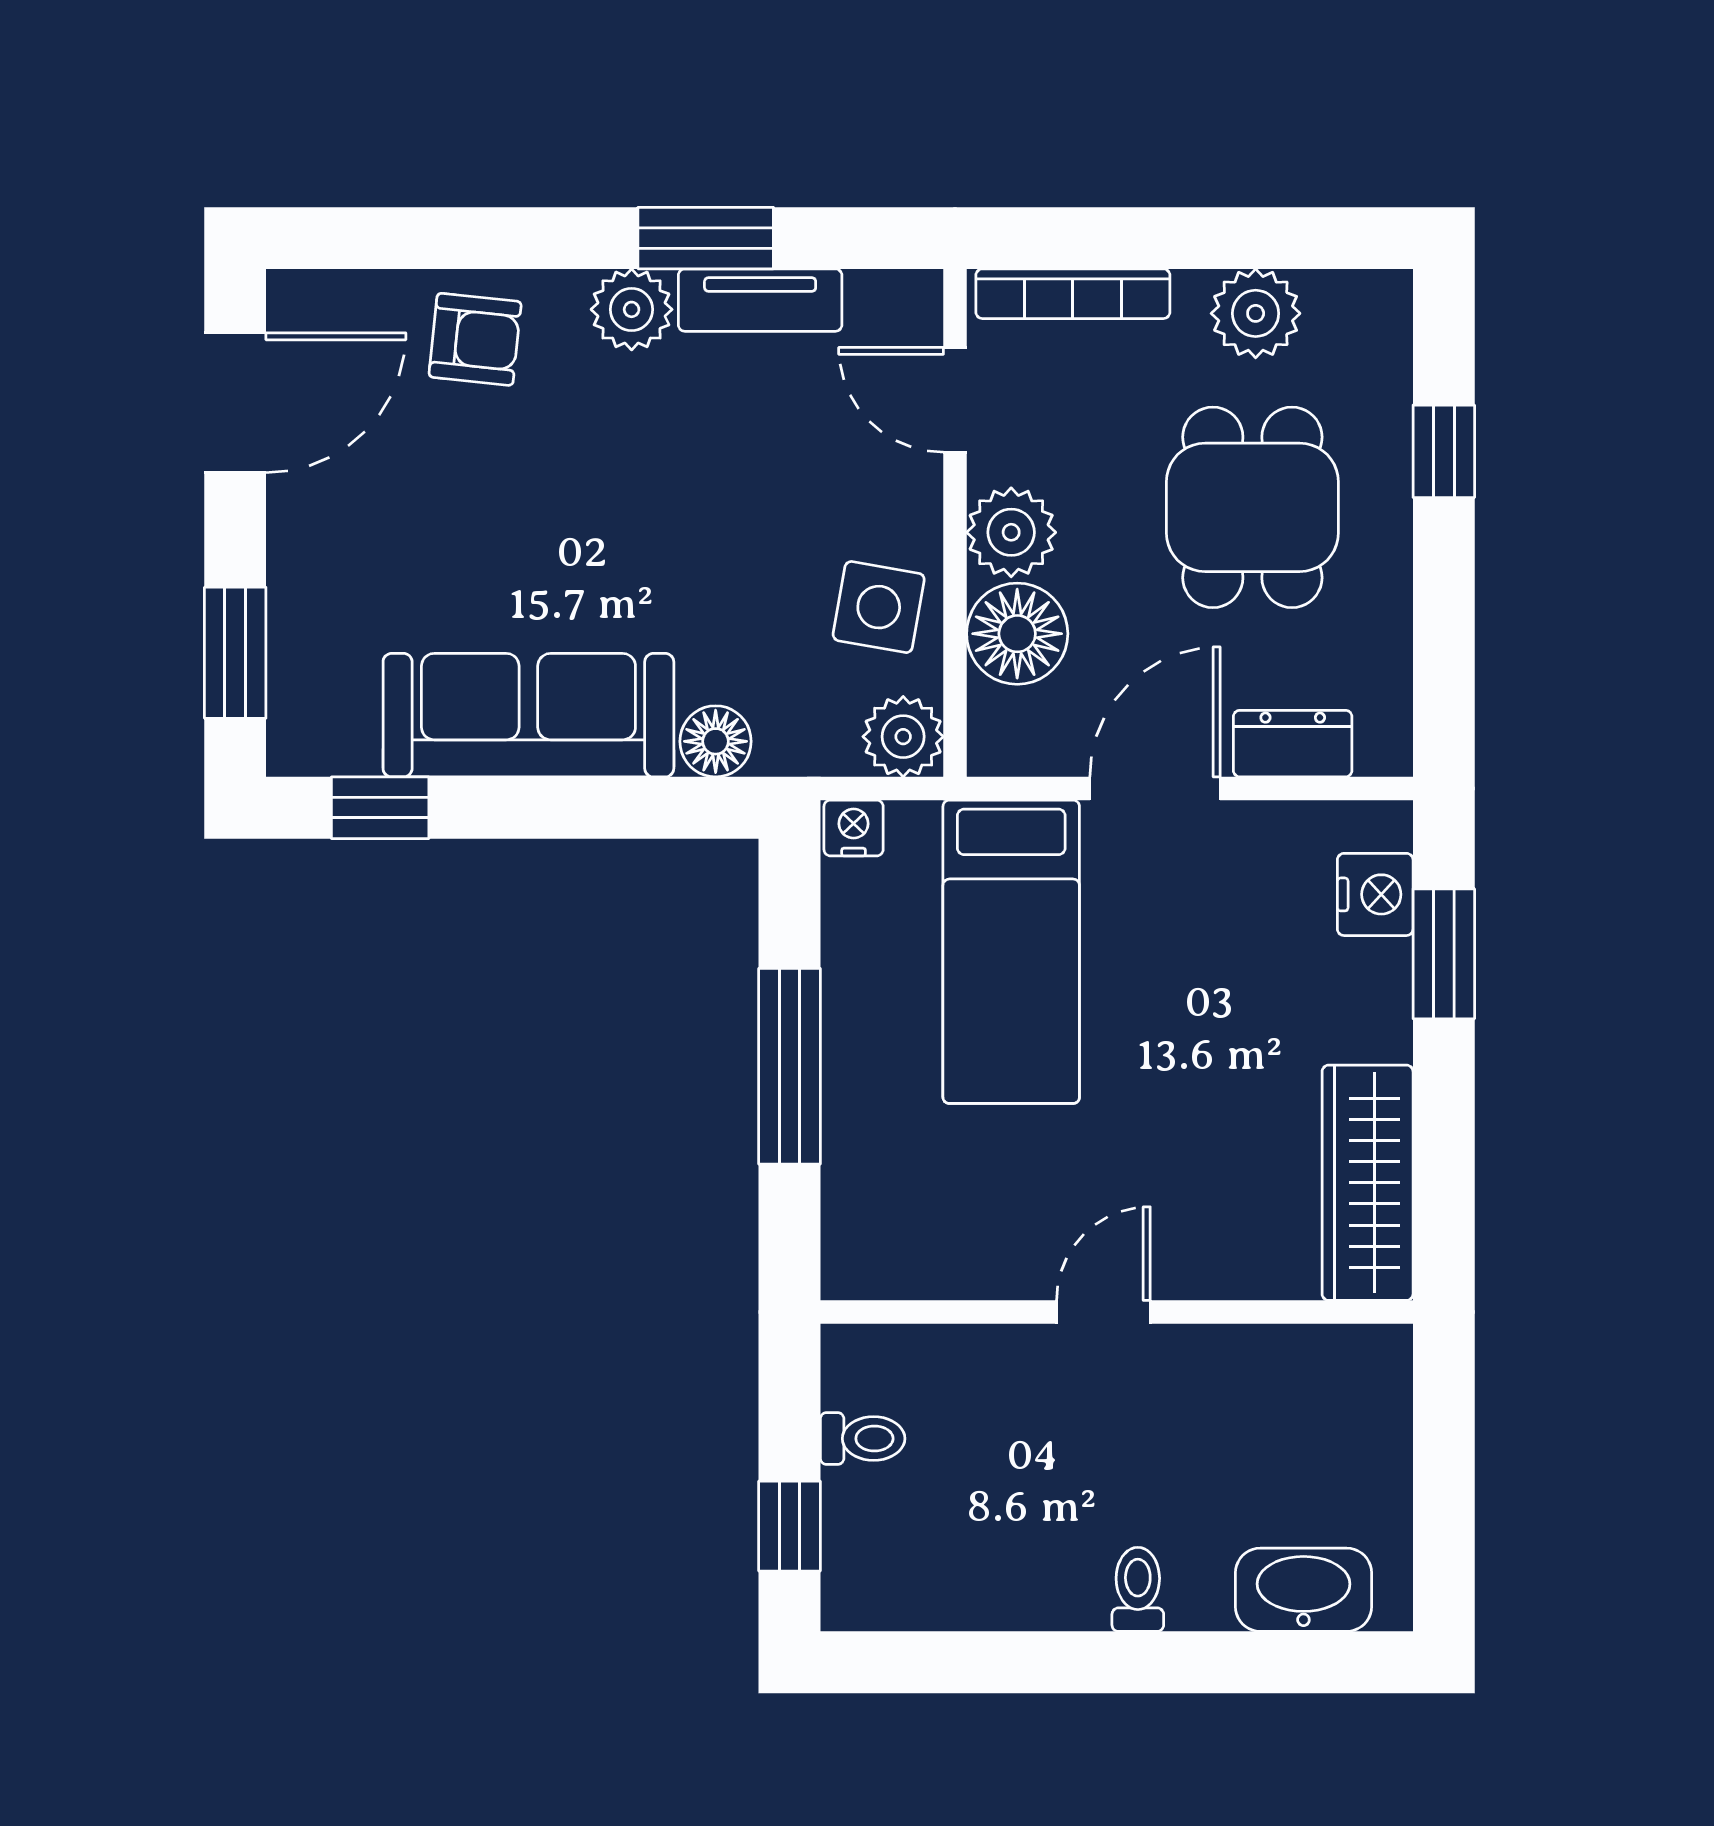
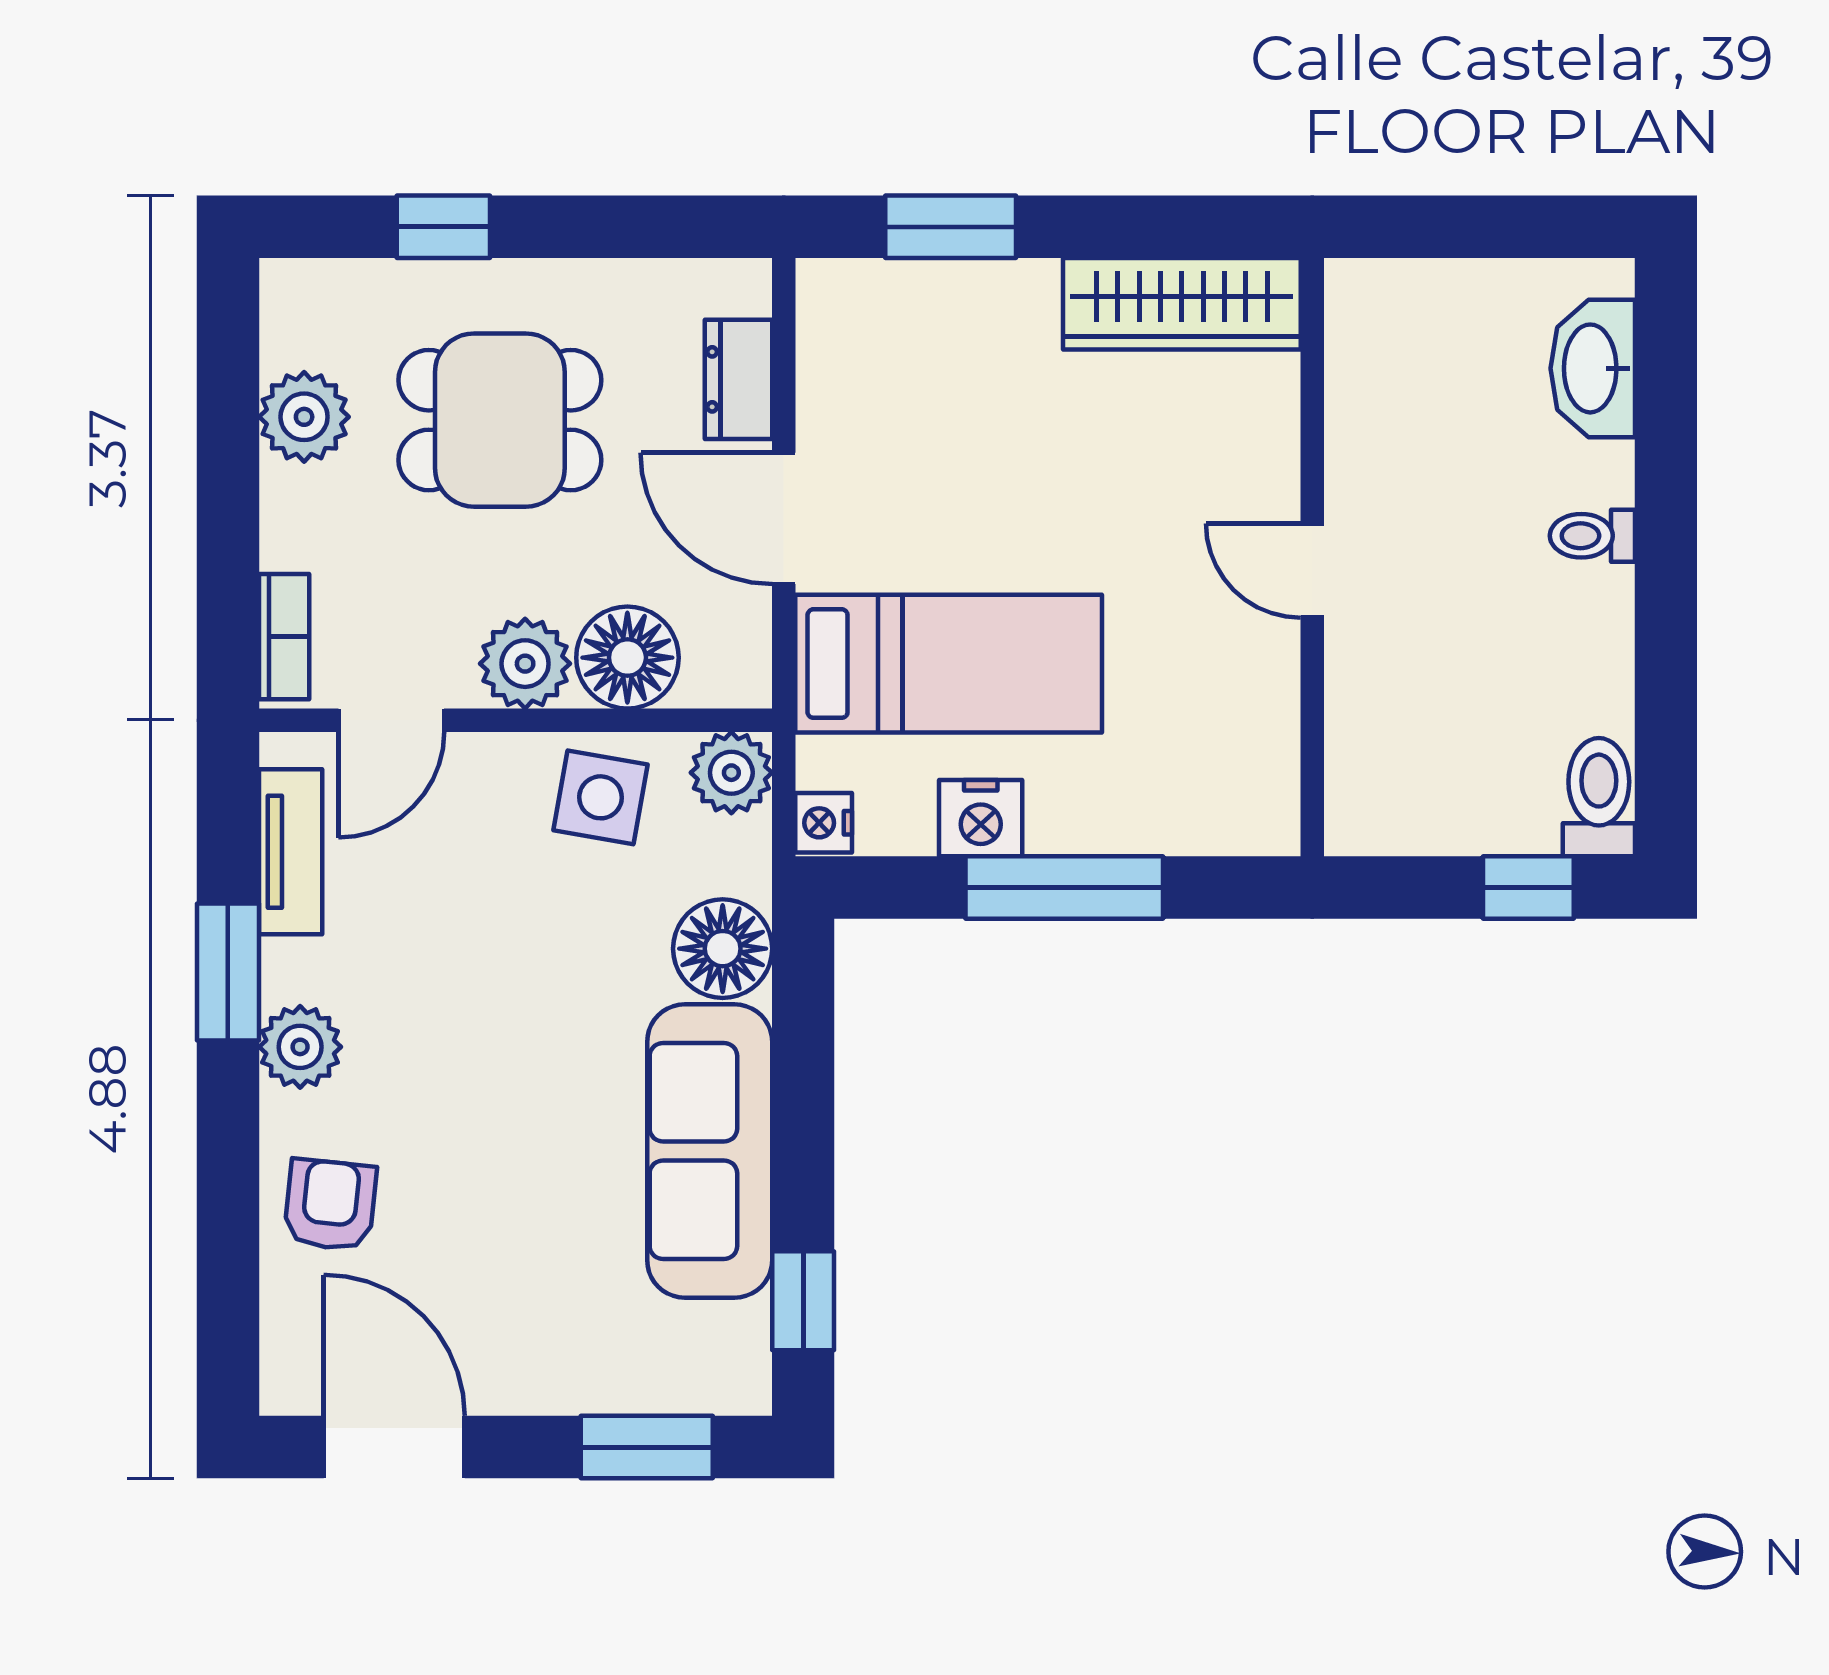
bookcase: (1073, 294) -> (284, 637), width x0.64
tv unit: (760, 300) -> (291, 852), moved
floor lamp: (716, 741) -> (723, 949), width x1.38, depth x1.38
nightstand: (1375, 894) -> (981, 818), moved, turned 180
toilet: (863, 1439) -> (1599, 797), moved, width x1.37, depth x1.39

